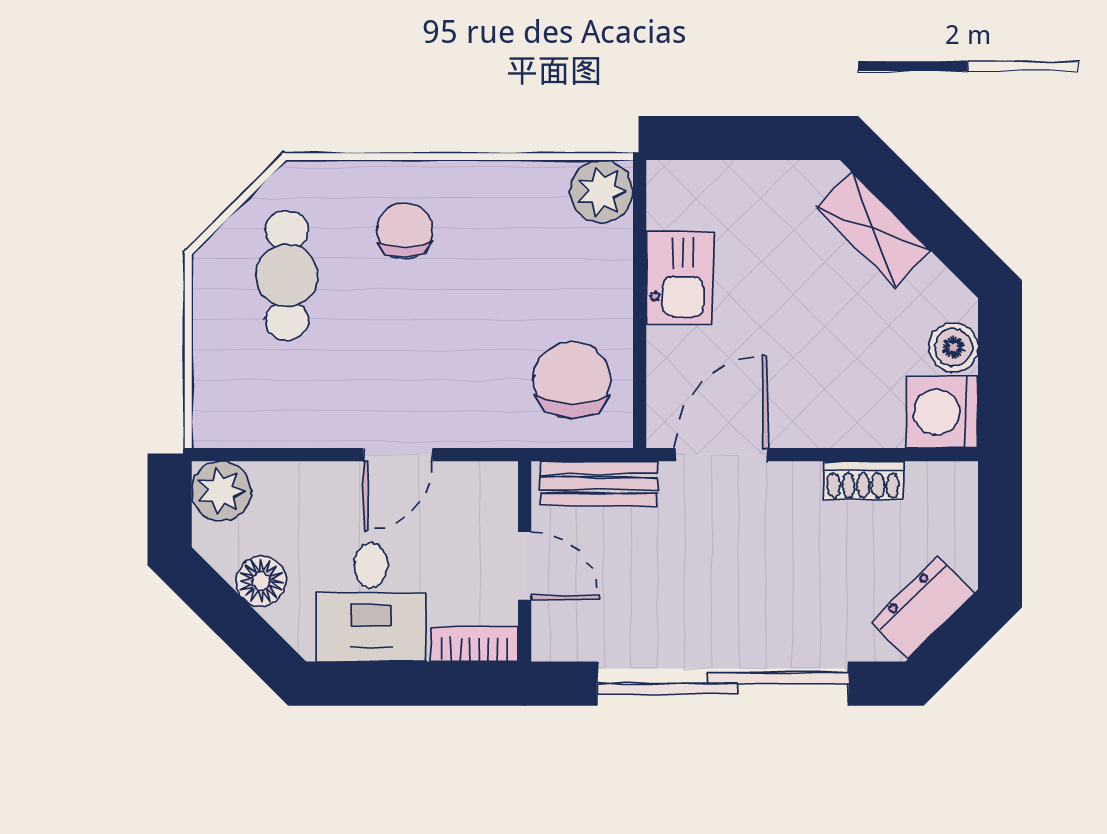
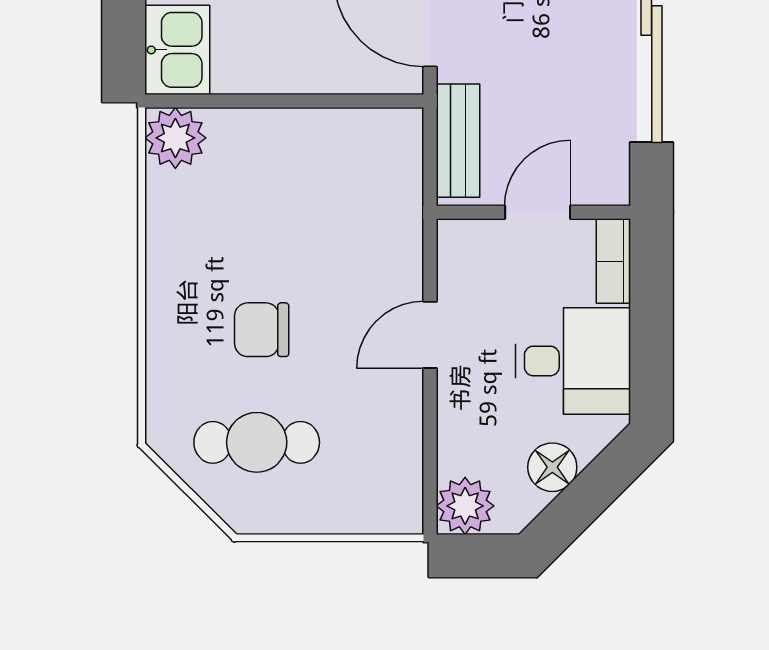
chair: (405, 231) -> (262, 330), moved
kitchen sink: (680, 278) -> (177, 50), moved, turned 90
chair: (572, 380) -> (358, 167), removed
door: (398, 455) -> (430, 335), swing flipped

